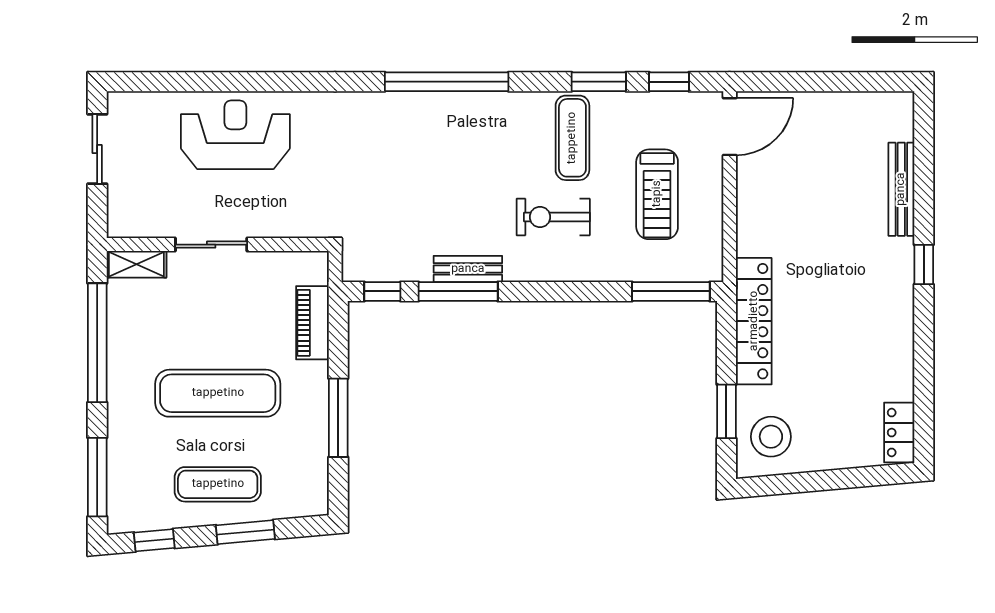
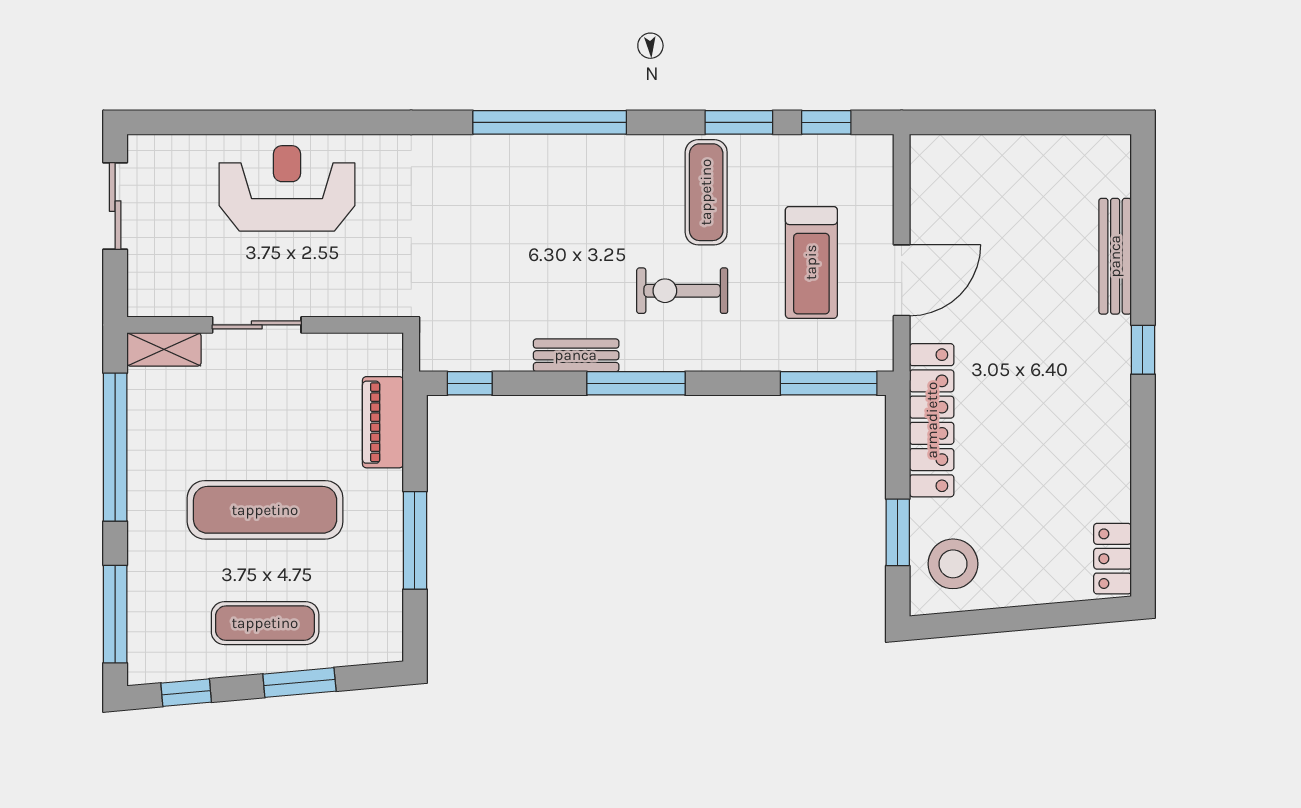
door: (730, 127) -> (902, 280), moved
window: (458, 291) -> (636, 383), moved

